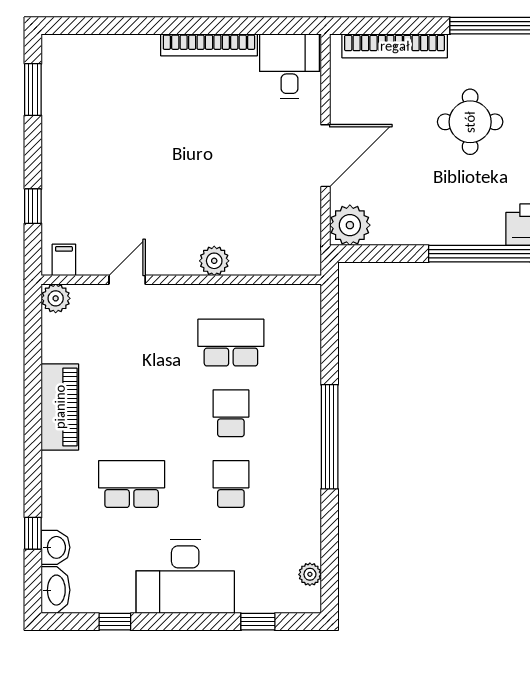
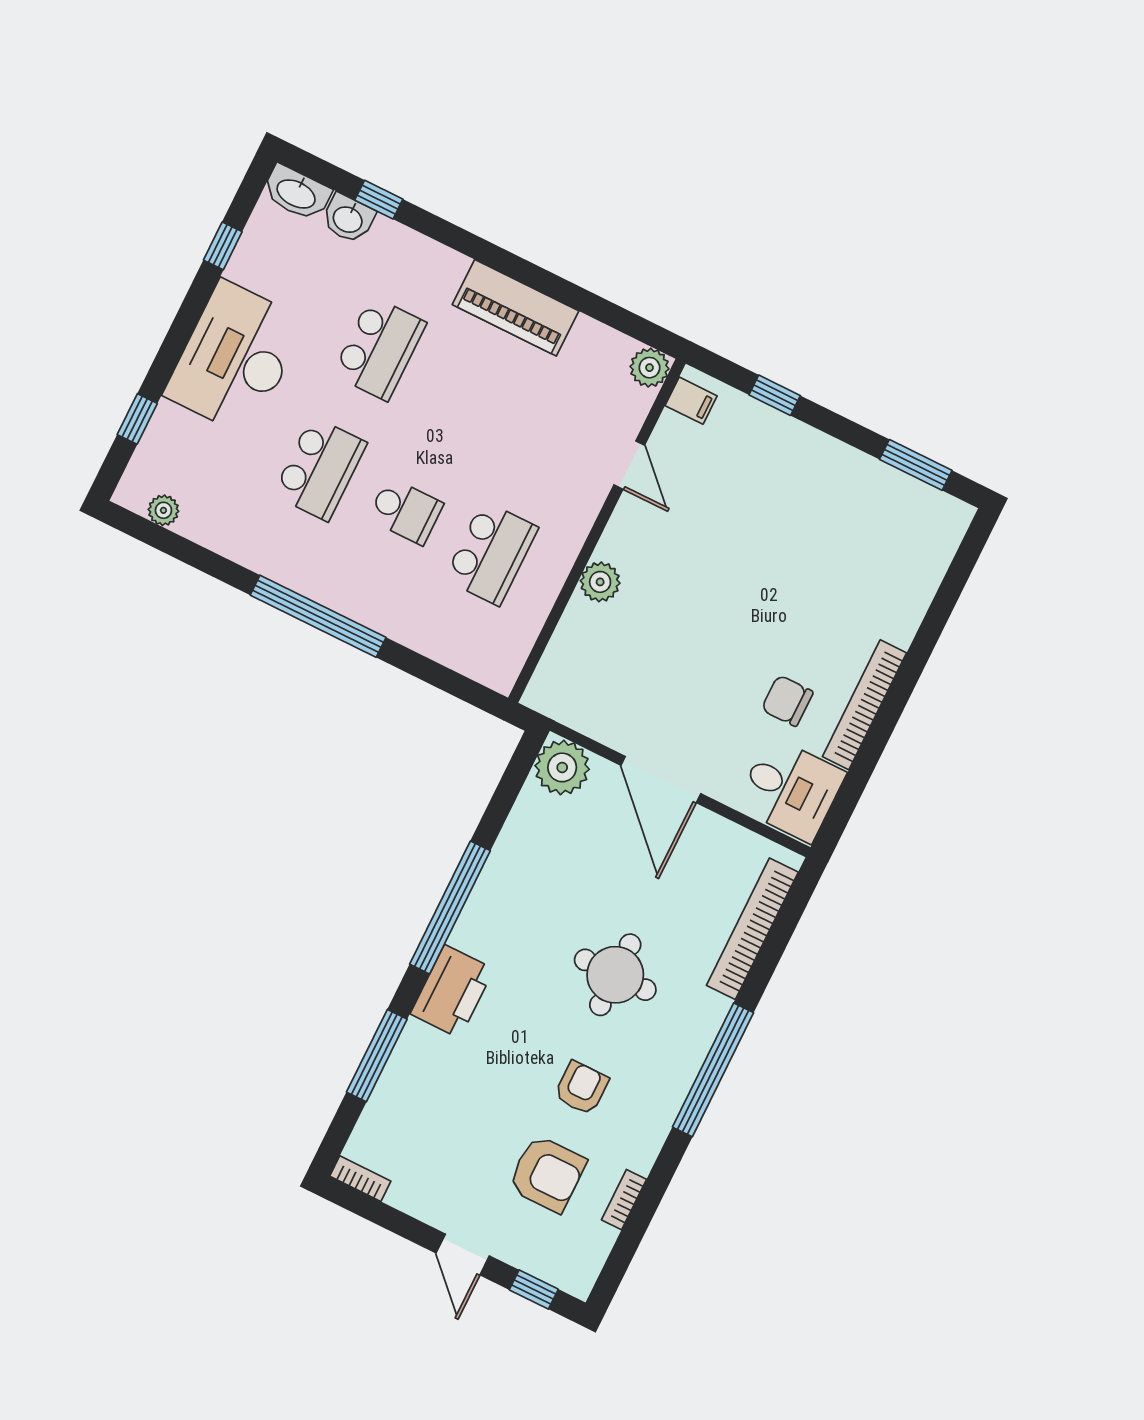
chair: (232, 98) -> (787, 701), added
school desk: (231, 484) -> (320, 469), width x1.85

